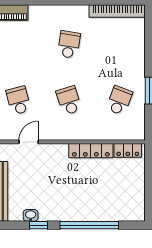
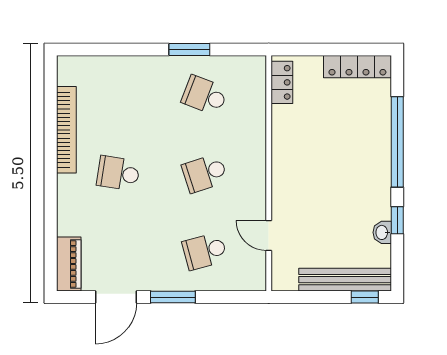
bookcase: (117, 11) -> (66, 130), moved
locker: (91, 151) -> (357, 67), moved, turned 90

